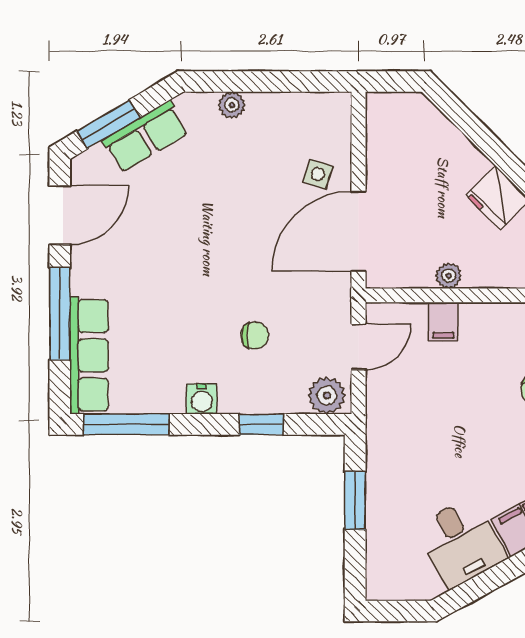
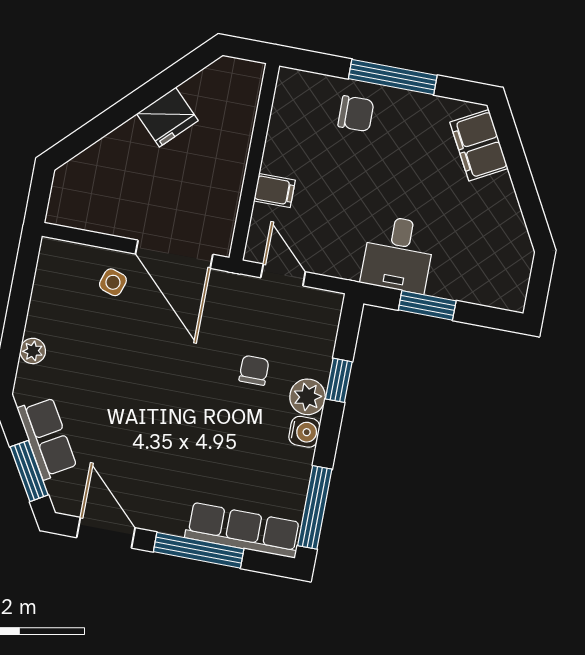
plant: (449, 276) -> (232, 177), removed
plant: (327, 396) -> (308, 397), moved
desk: (461, 542) -> (398, 254), moved, turned 119

